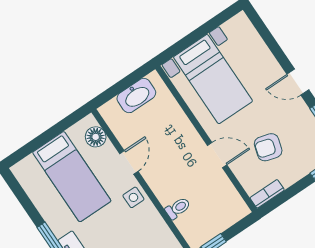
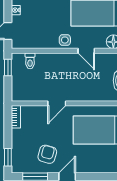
armchair: (268, 147) -> (47, 154), moved
toilet: (178, 208) -> (30, 61), moved

